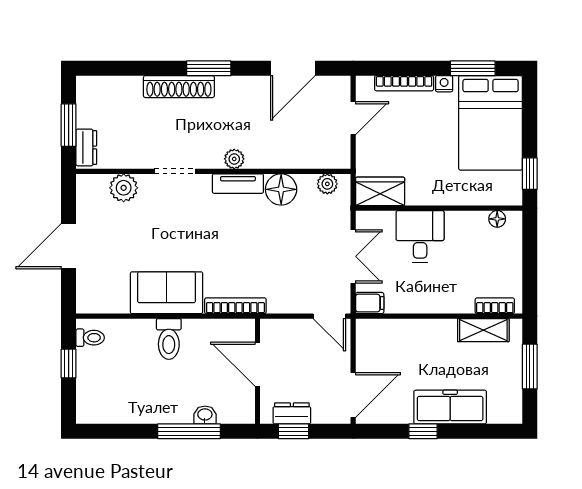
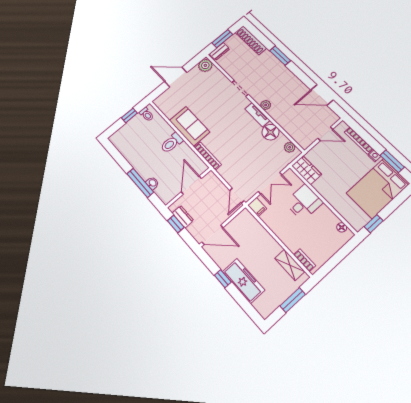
window: (209, 68) -> (280, 56), moved
shoe rack: (179, 87) -> (251, 40), moved
plant: (124, 188) -> (205, 65), moved

